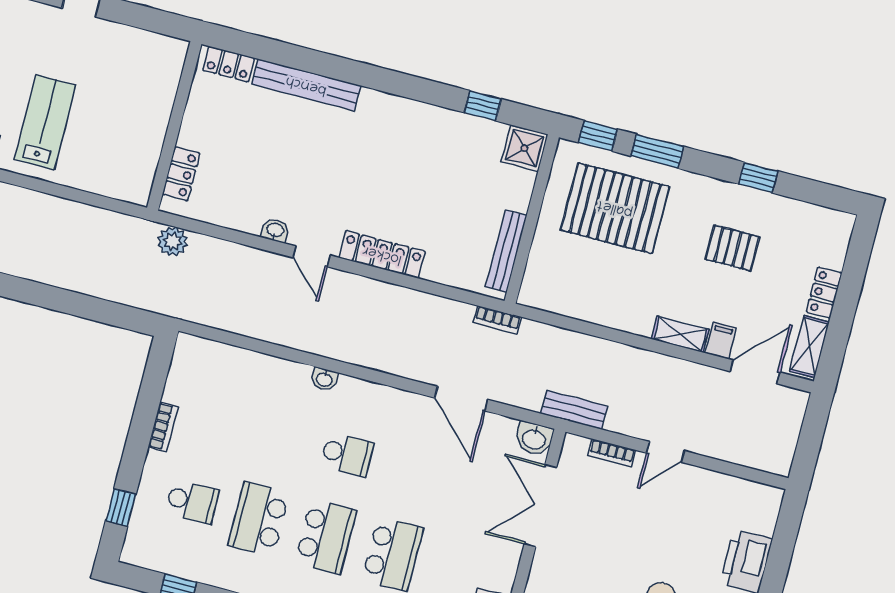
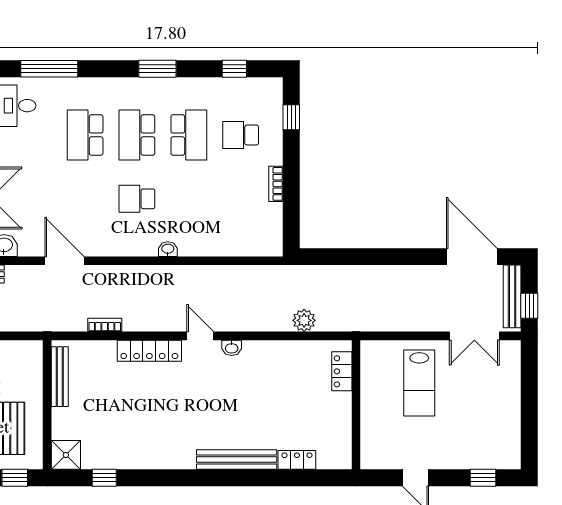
wall: (174, 126) -> (356, 405), moved
locker: (181, 174) -> (342, 371), moved
bookcase: (497, 320) -> (105, 325), moved

